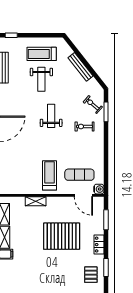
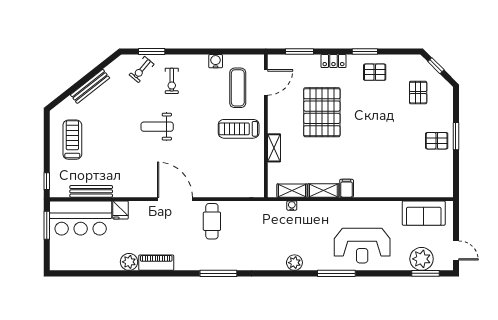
treadmill: (42, 54) -> (72, 140), turned 180
weight bench: (41, 79) -> (107, 140), removed
water cooler: (99, 189) -> (216, 61), moved

